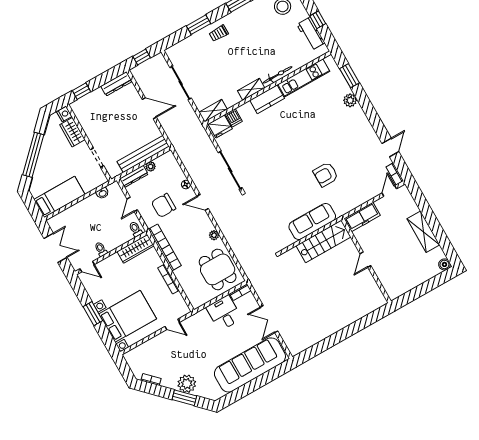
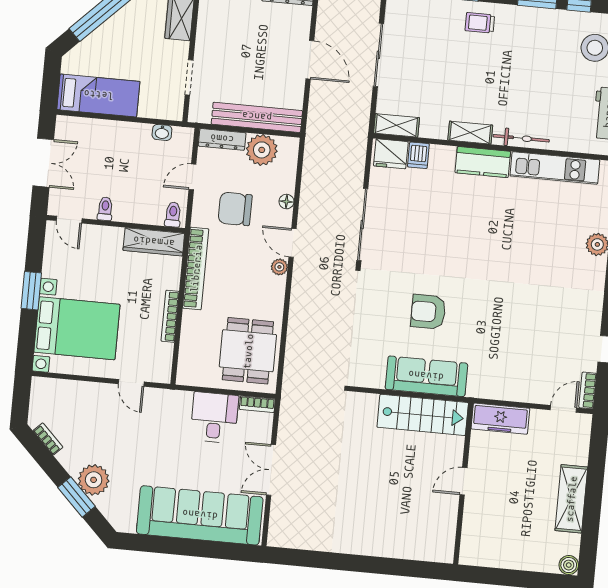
plant: (151, 166) -> (262, 150), width x1.88, depth x1.88
armchair: (326, 174) -> (428, 312), moved
plant: (214, 235) -> (279, 267), moved

